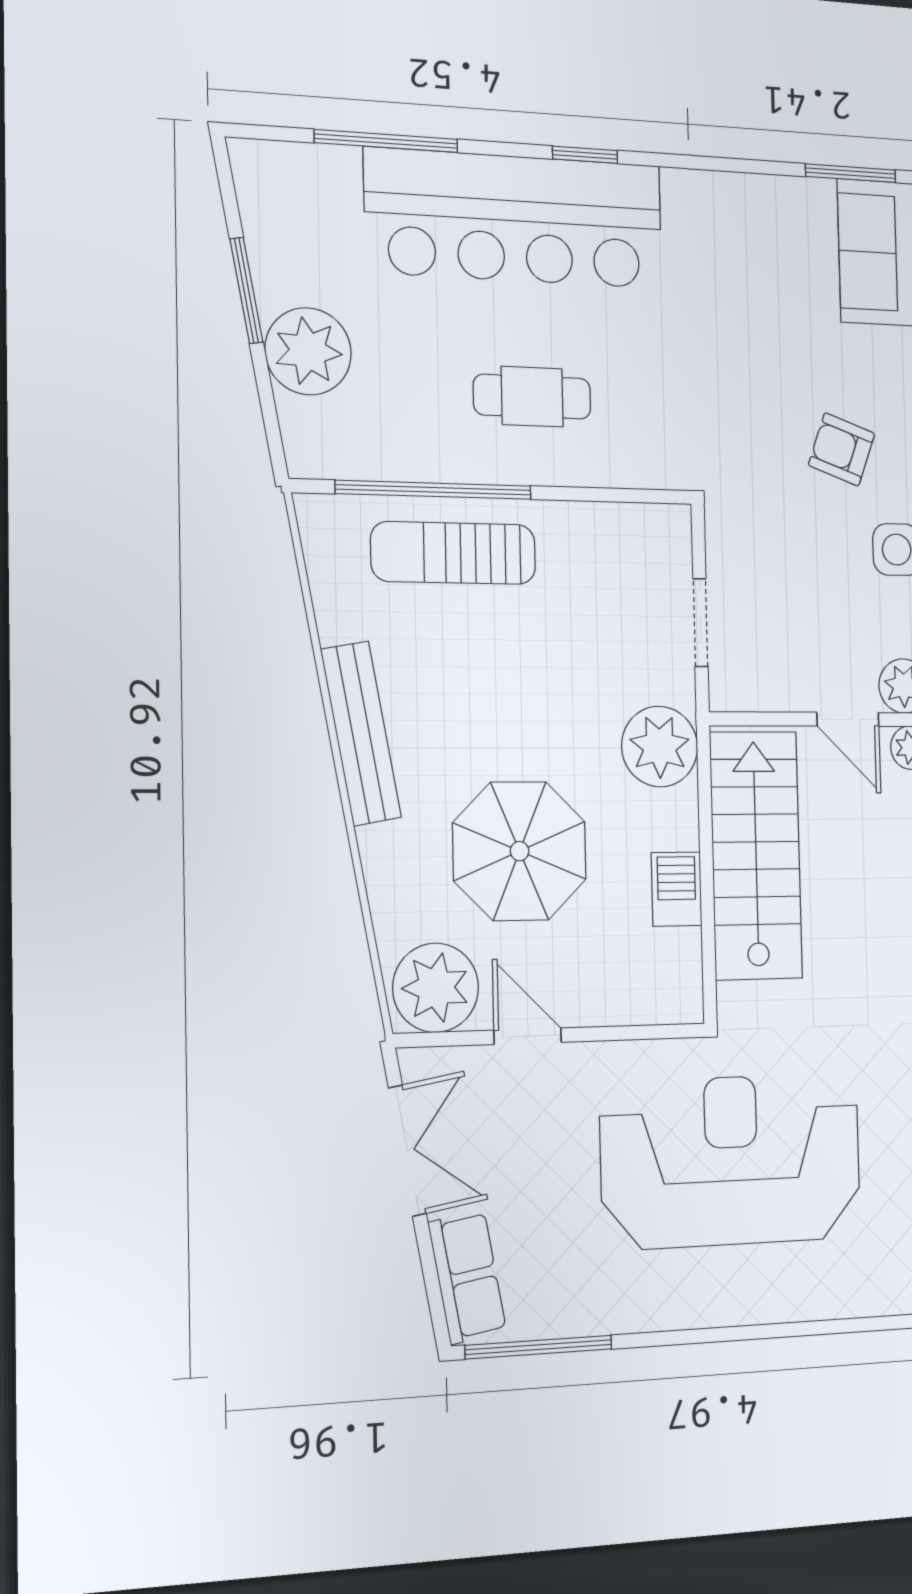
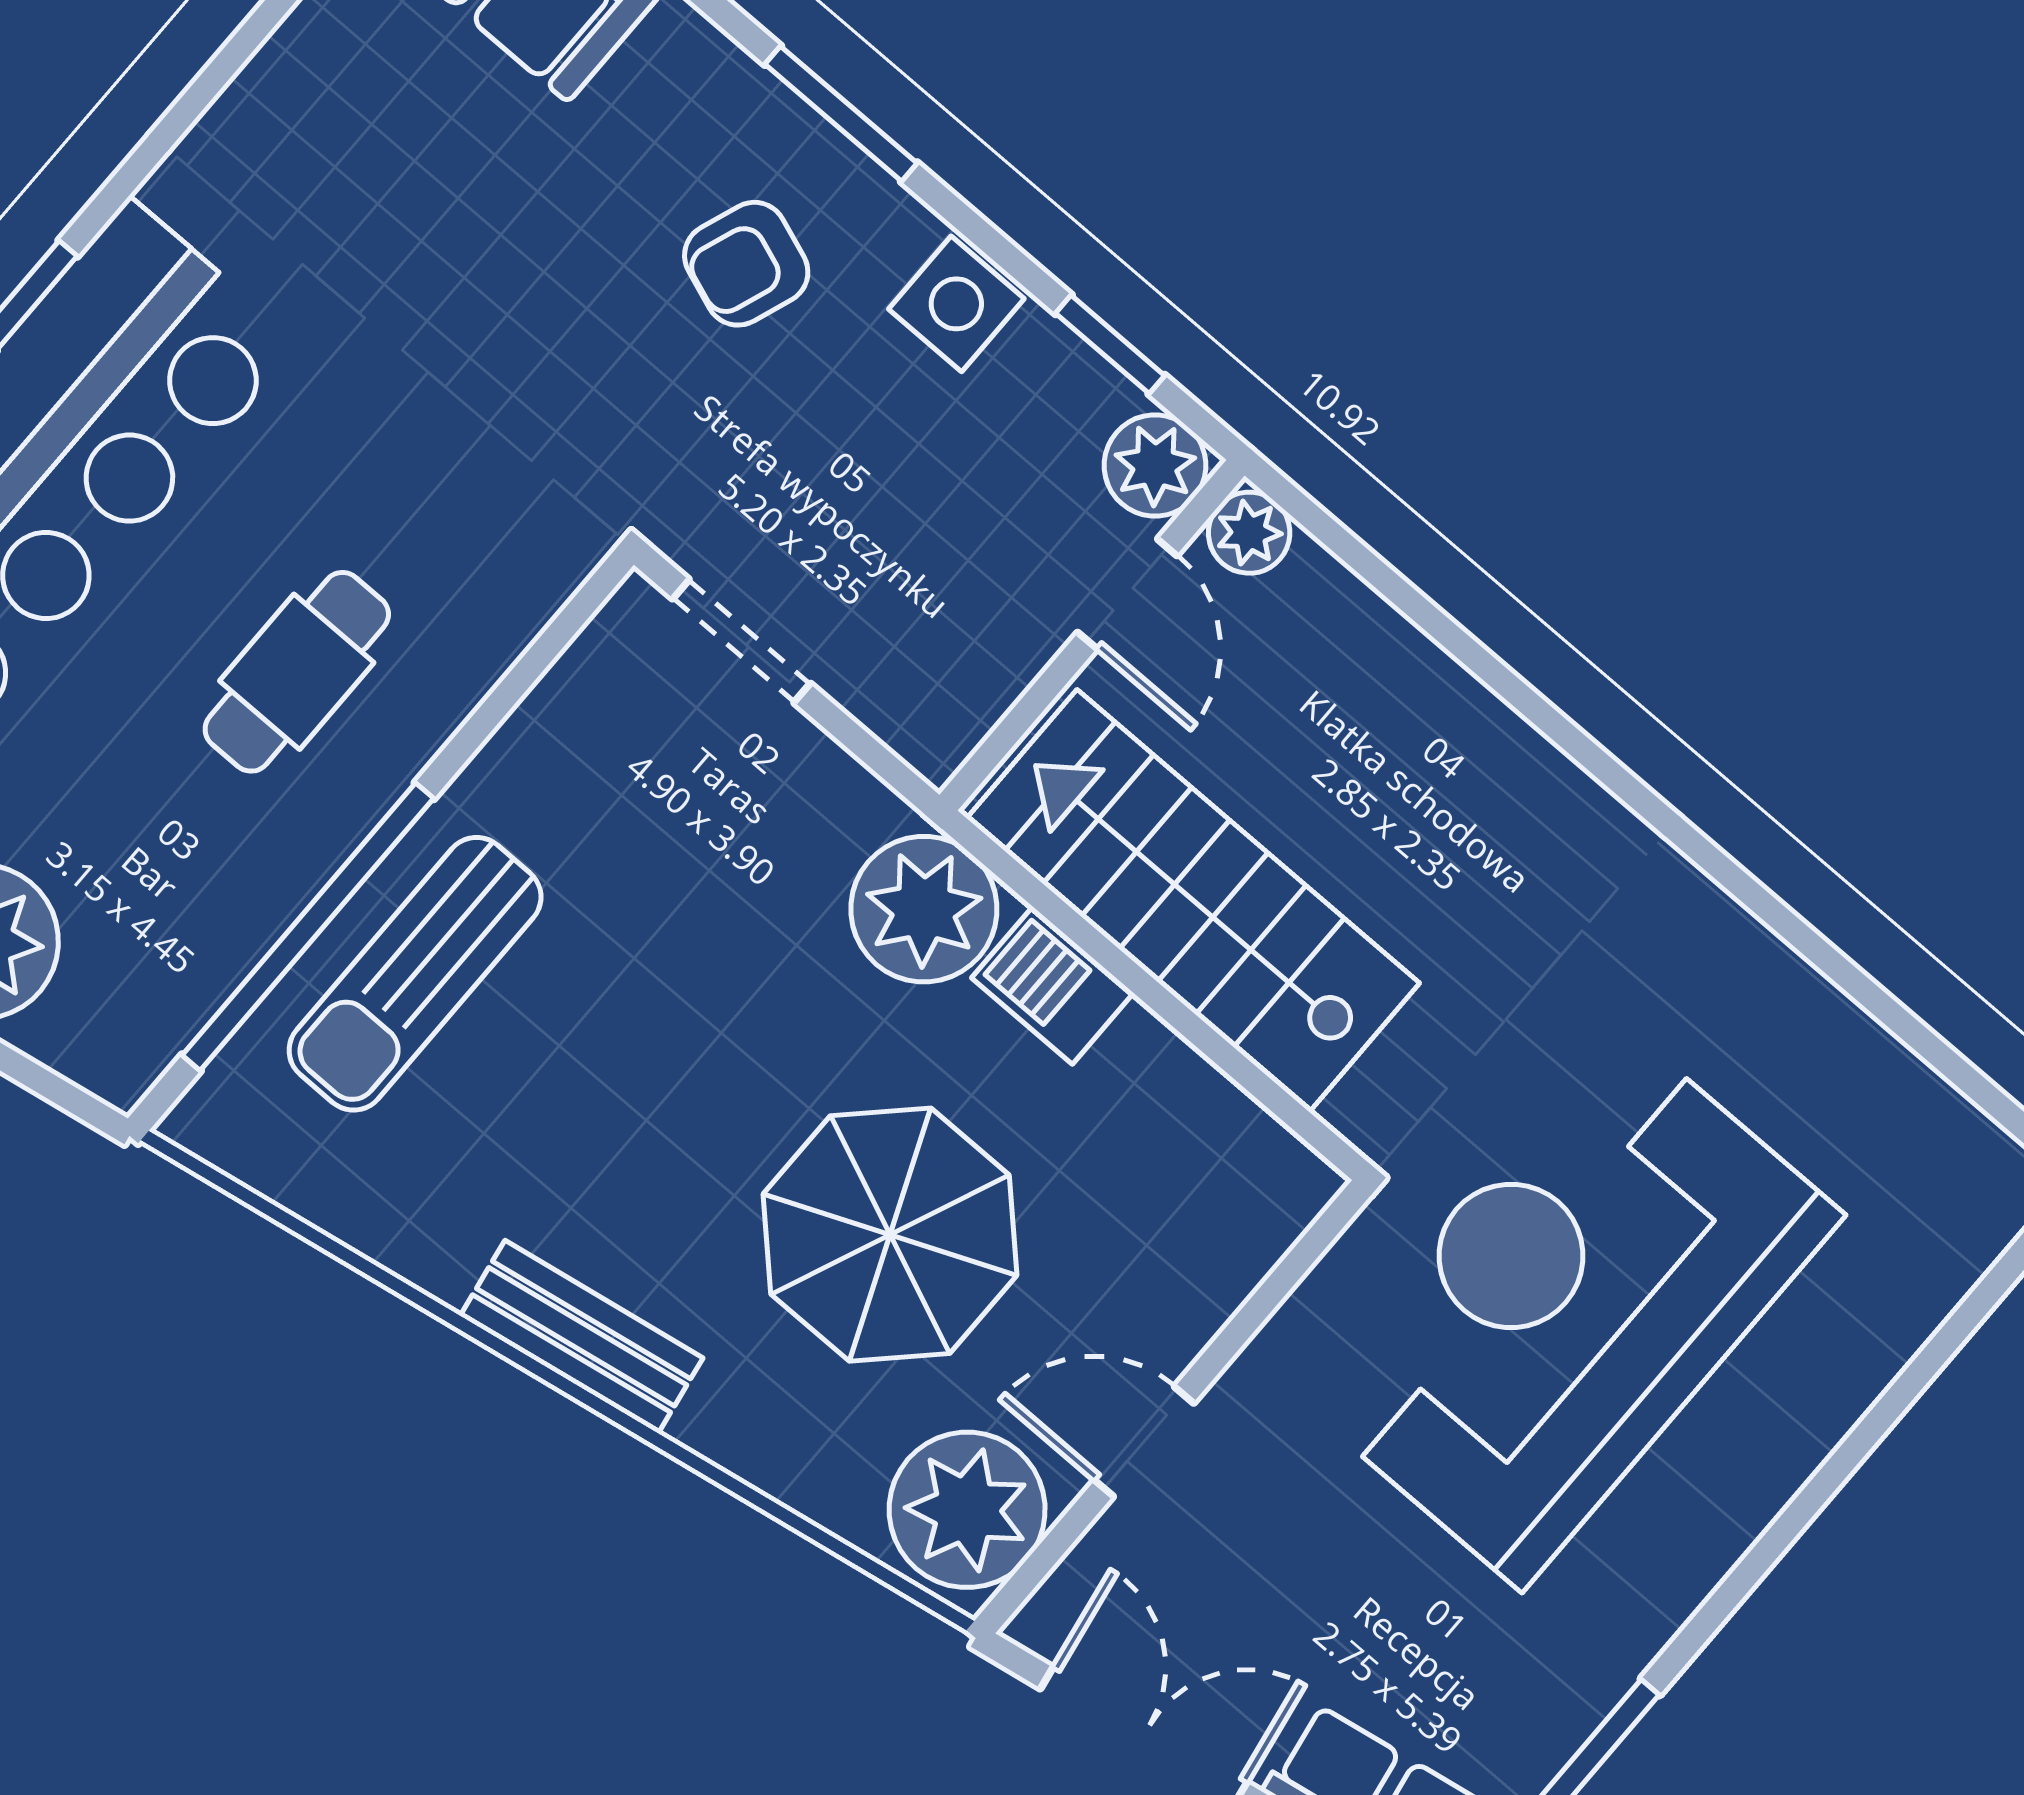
doorway: (700, 623) -> (742, 641), moved
door: (848, 719) -> (1127, 594), hinge flipped
bench: (361, 733) -> (582, 1337), width x0.73
barbecue: (676, 889) -> (1053, 985), moved

